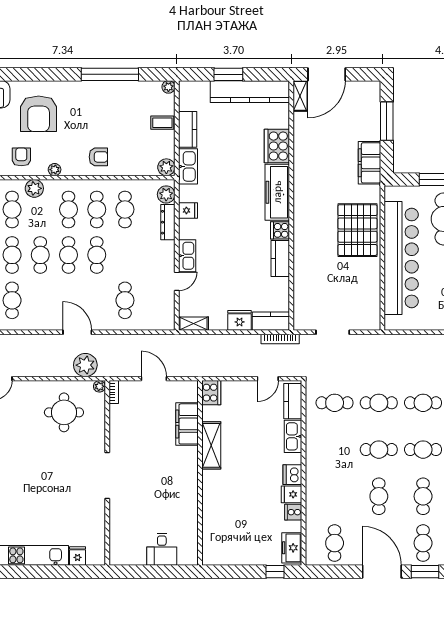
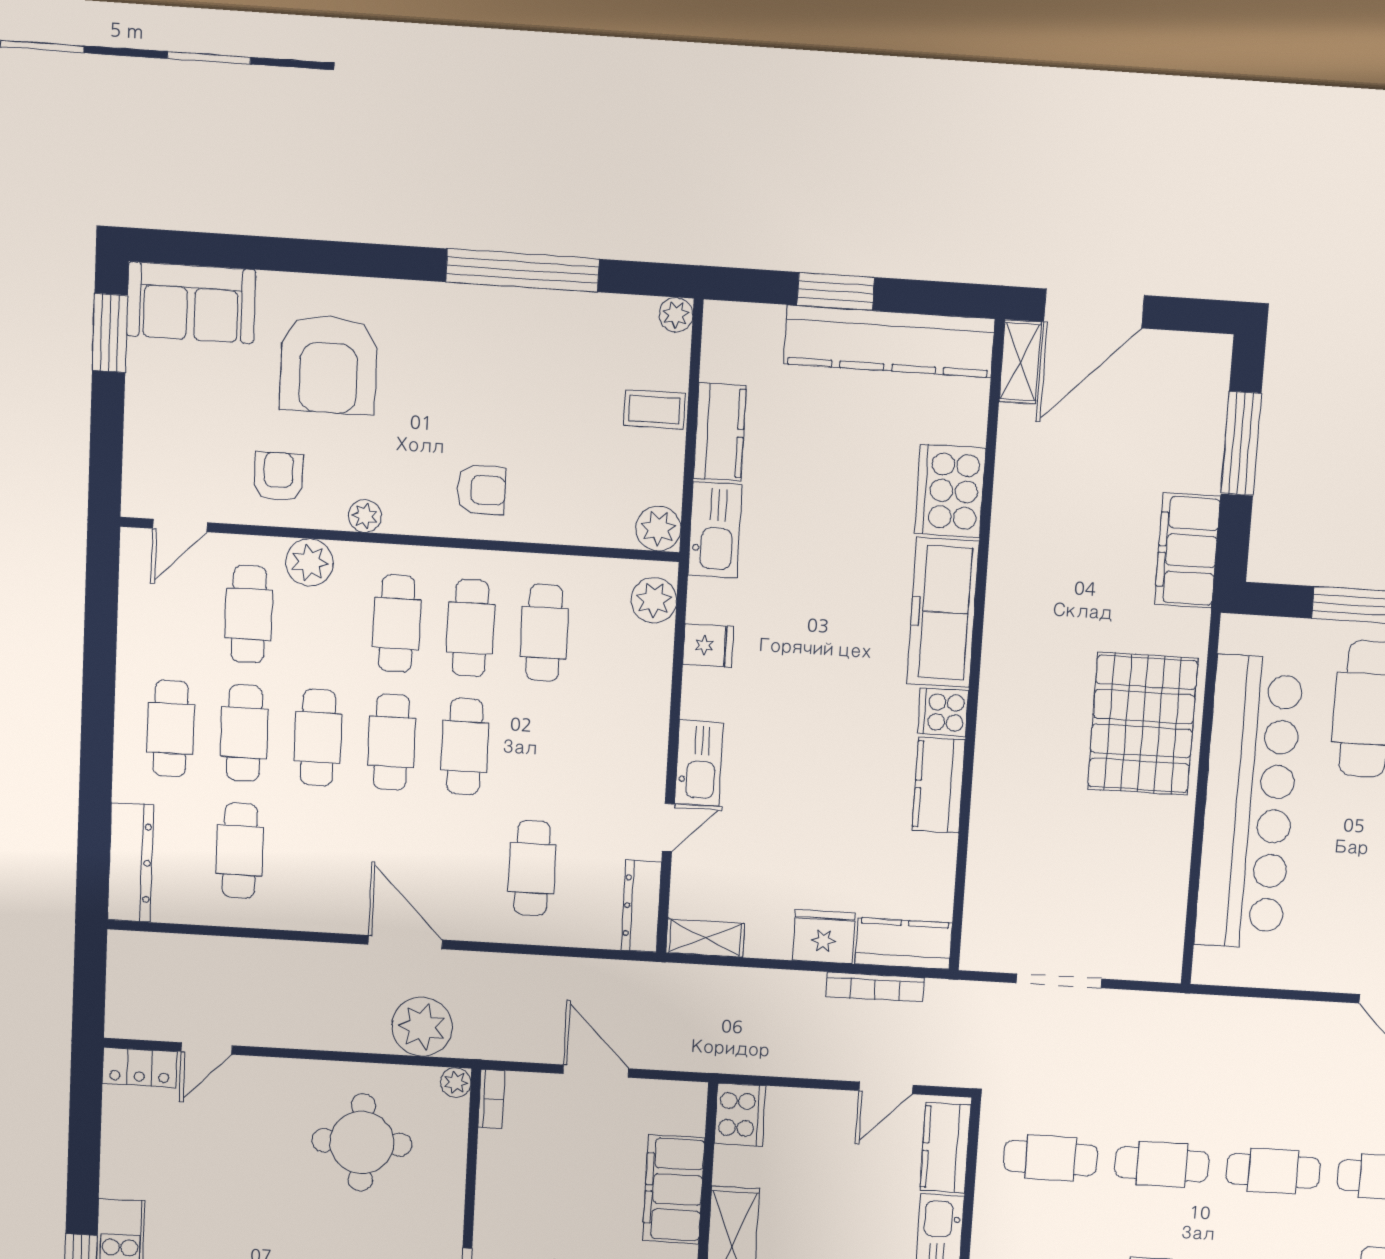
dresser: (168, 222) -> (641, 906), moved
bookcase: (280, 339) -> (875, 987), moved

